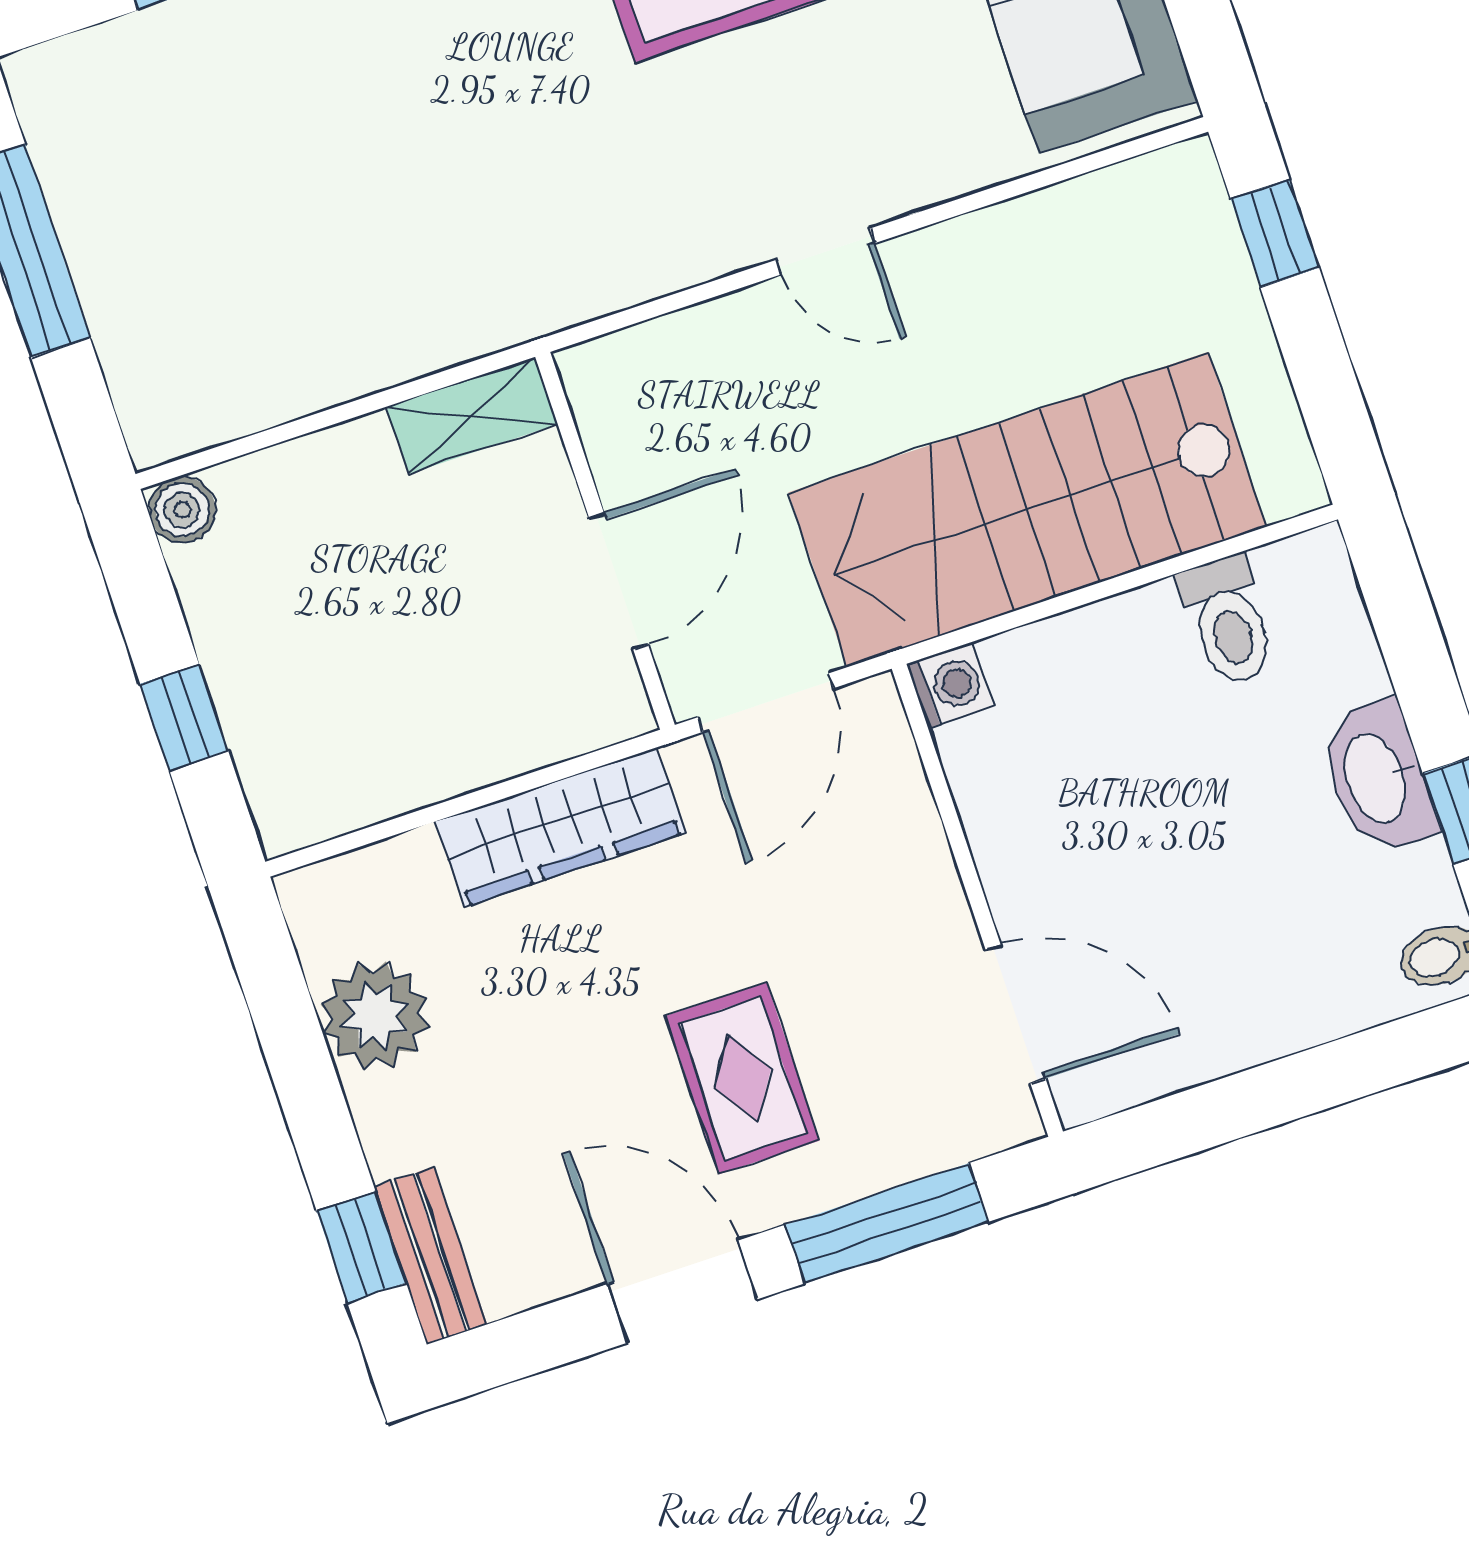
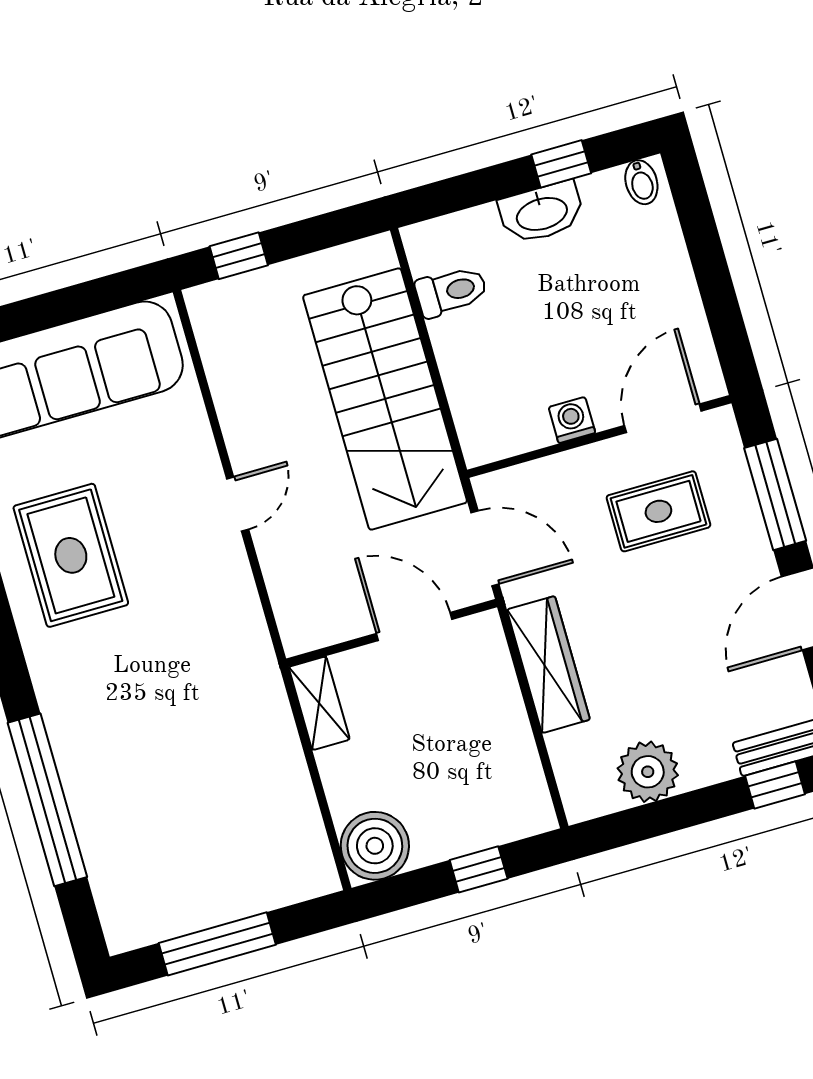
boiler: (182, 510) -> (375, 846), width x1.86, depth x1.86
washing machine: (950, 685) -> (572, 420), moved
rug: (743, 1078) -> (658, 511), moved

